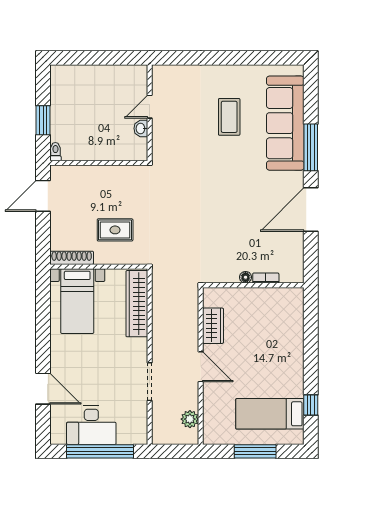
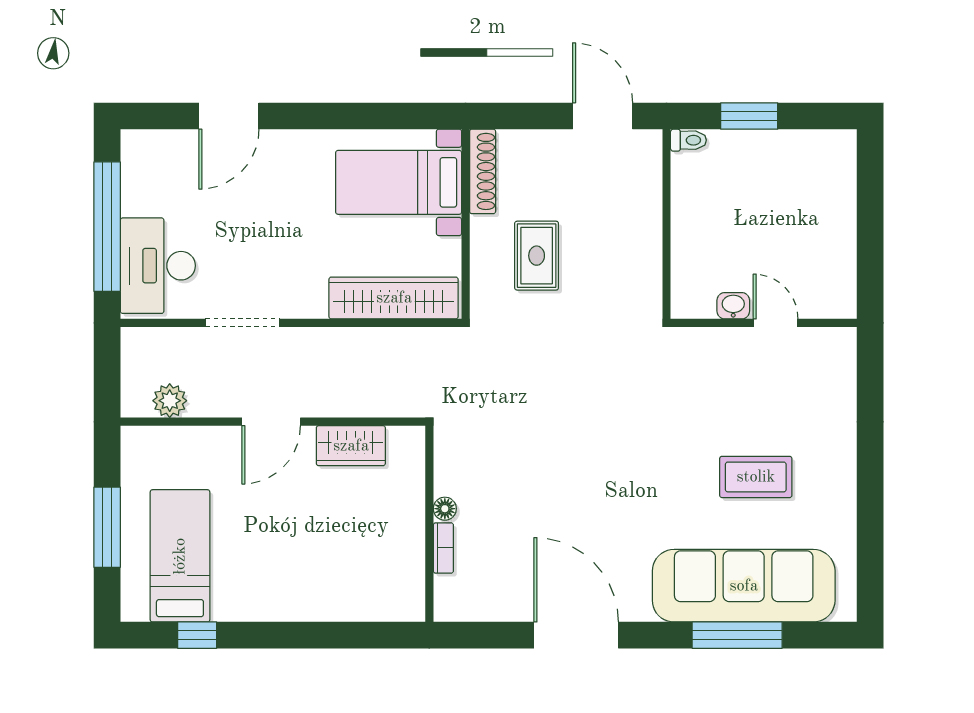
window: (311, 147) -> (737, 635), moved
desk: (91, 425) -> (158, 266), moved

